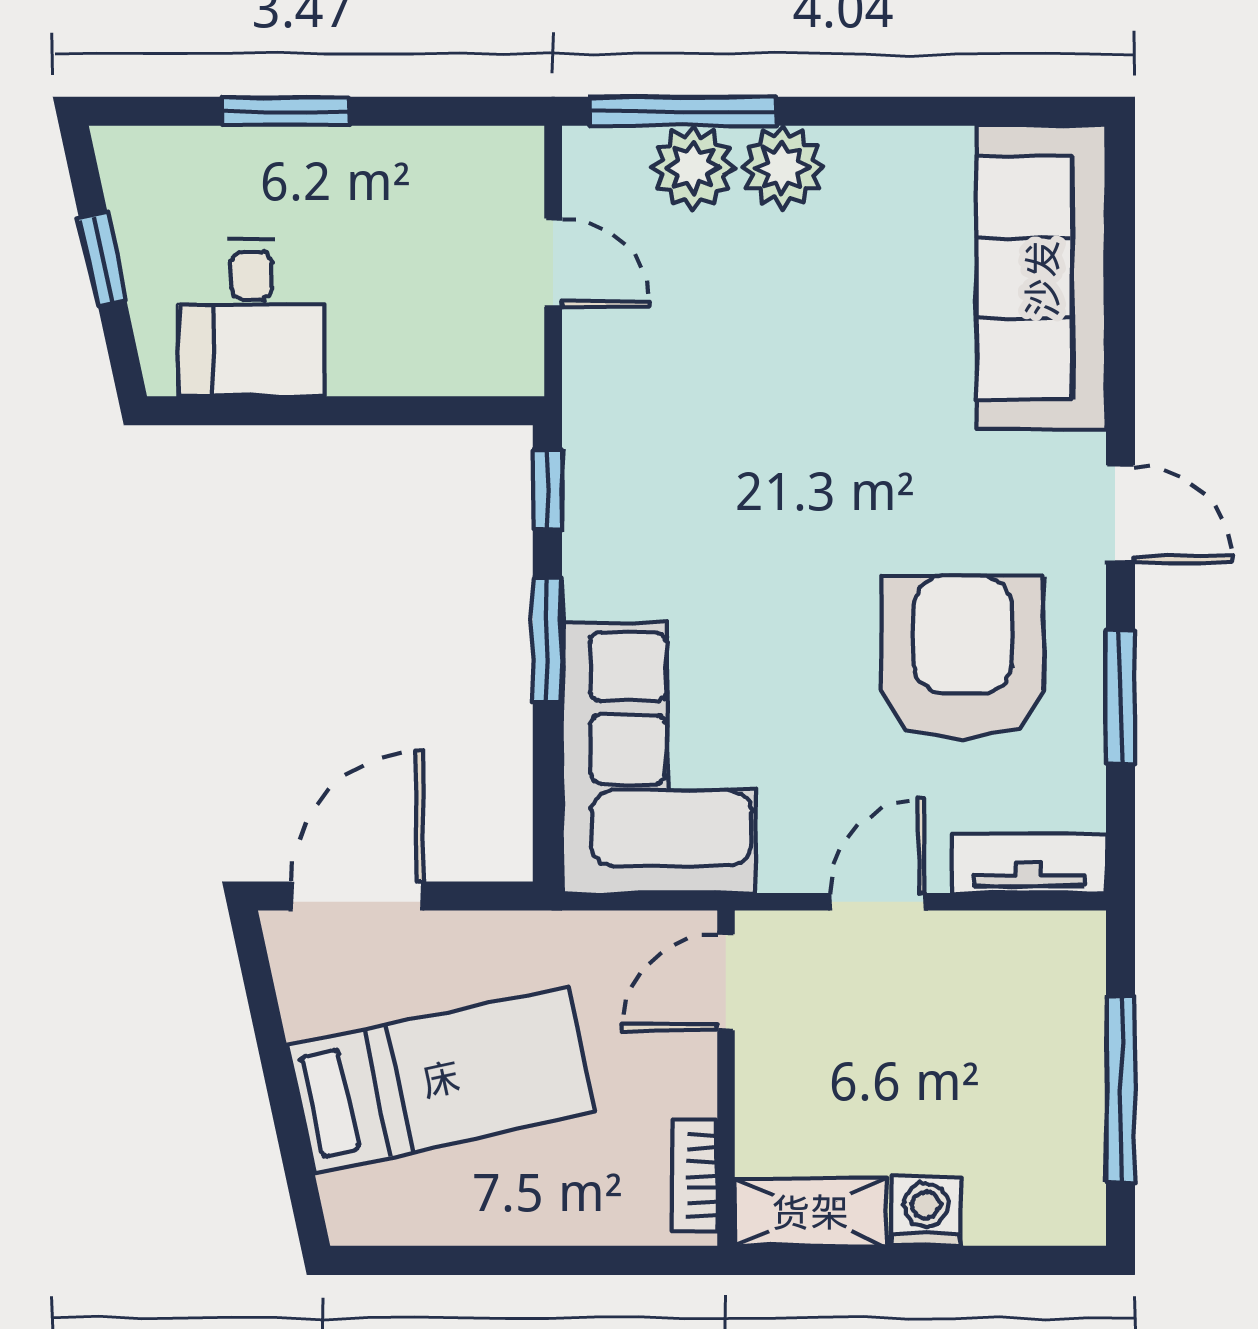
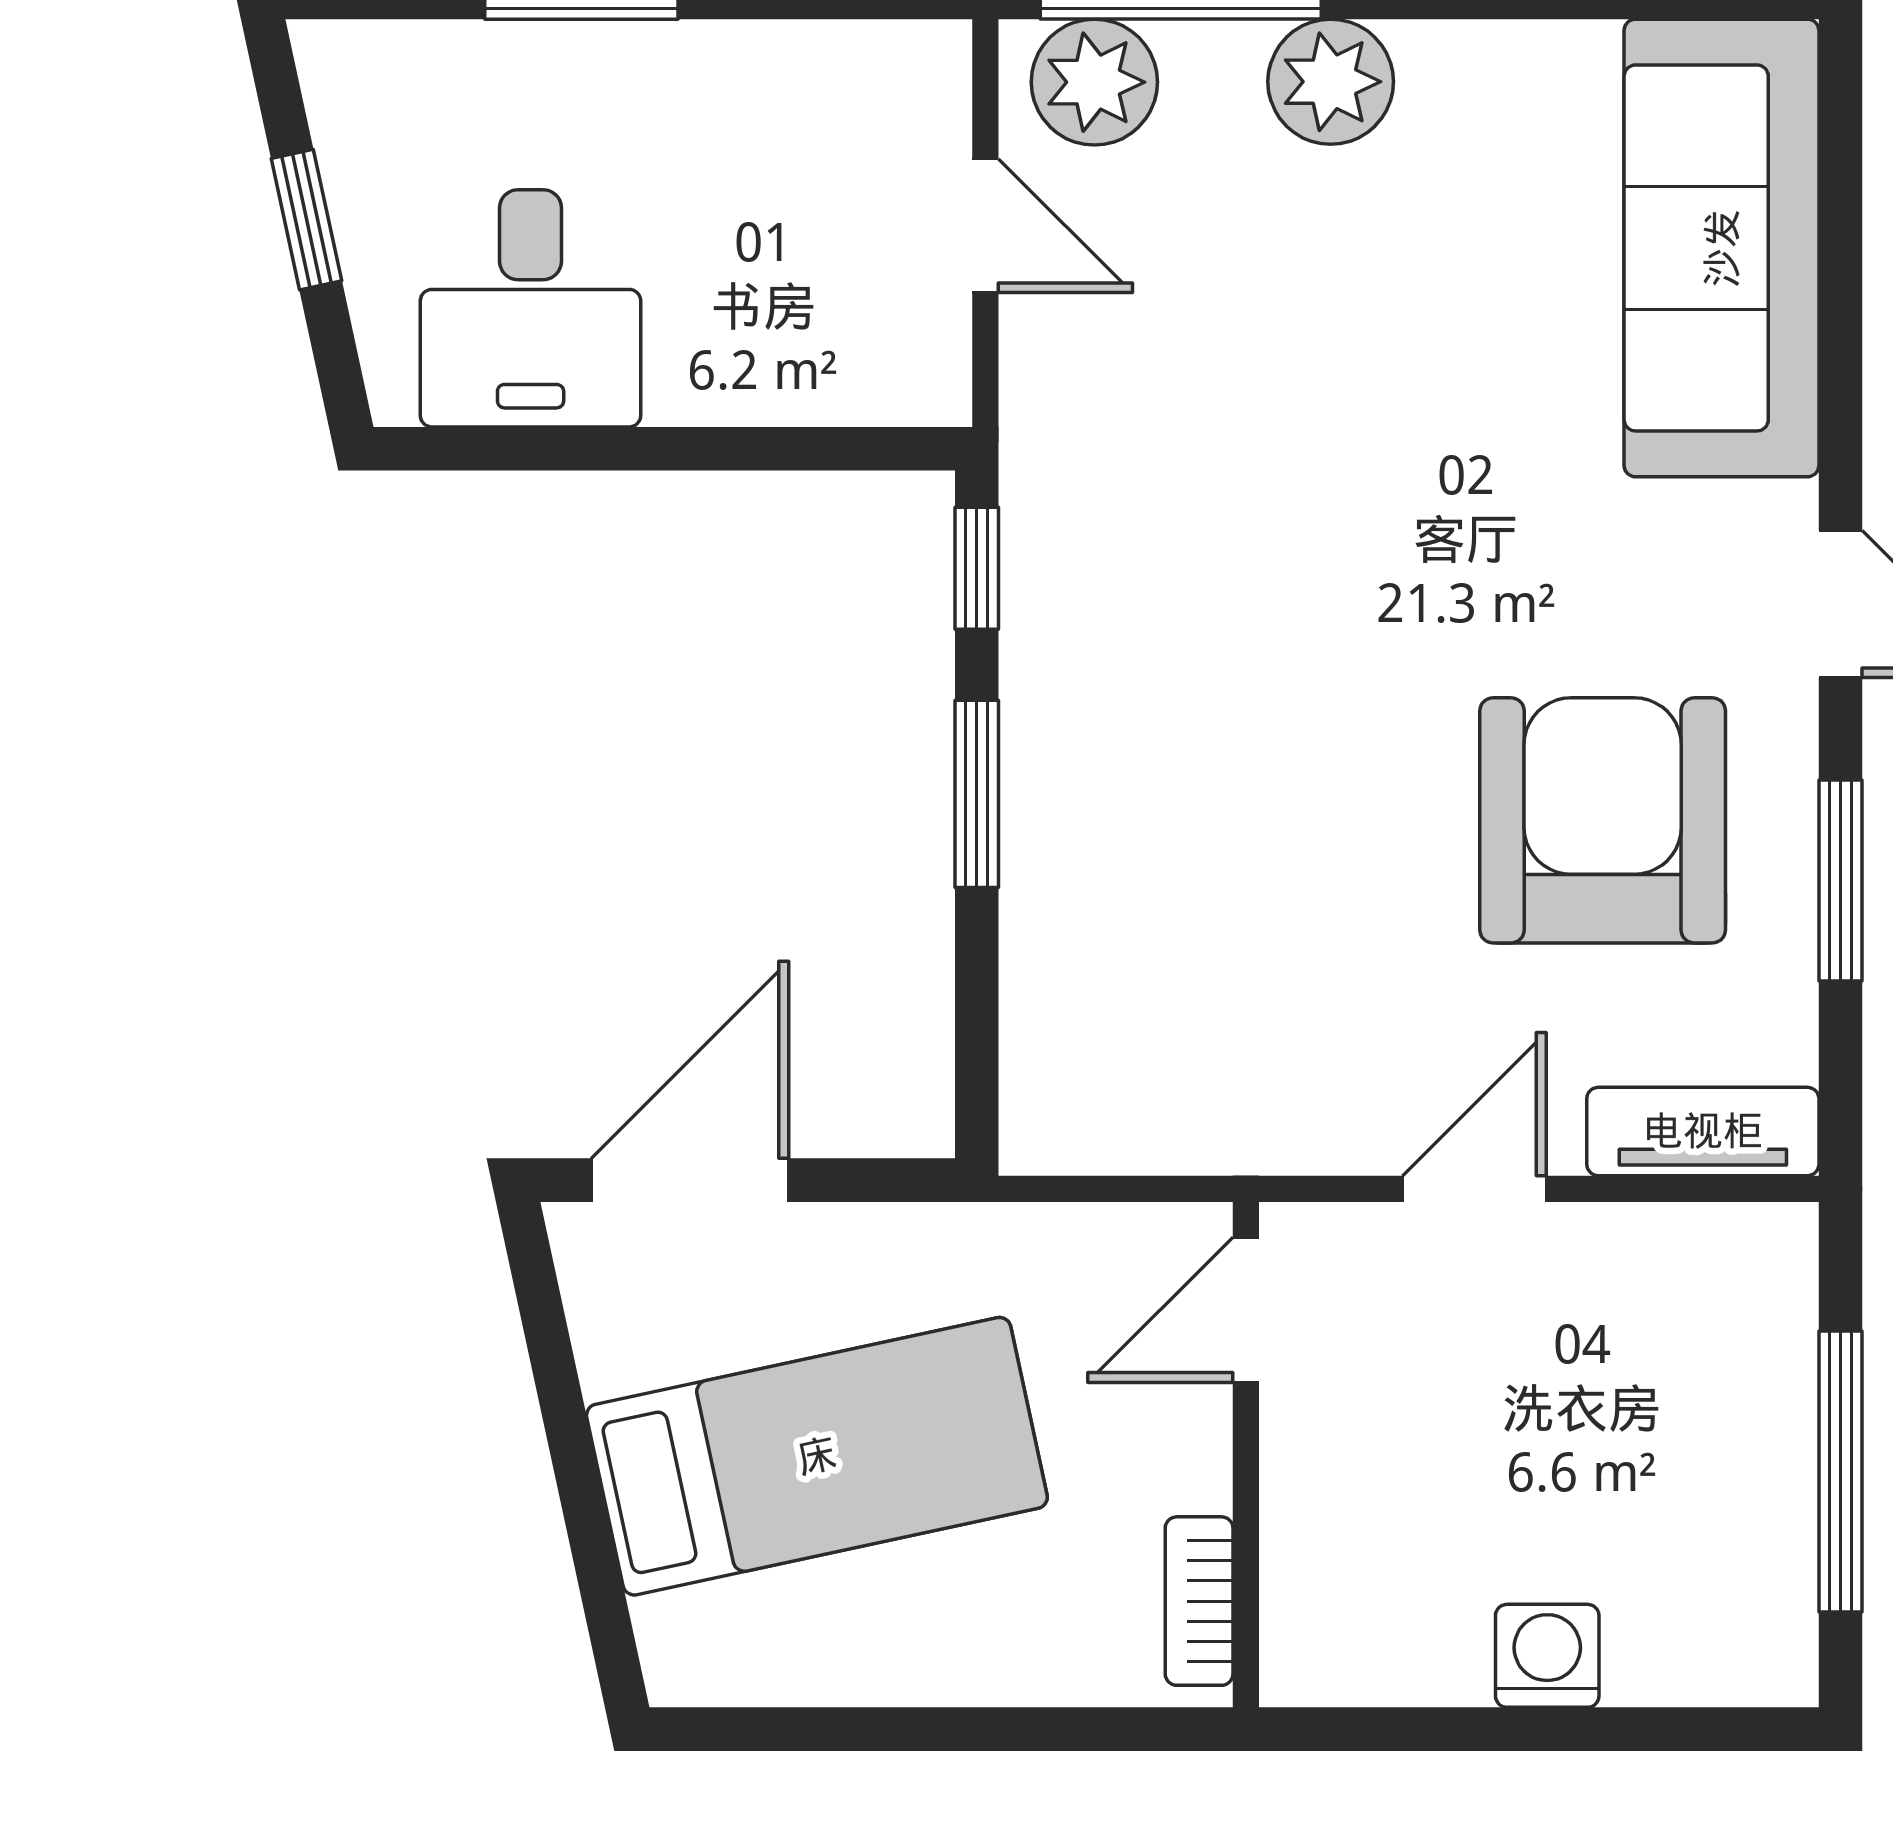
plant: (693, 168) -> (1094, 82), moved
corner sofa: (658, 758) -> (1144, 972), removed
shelving: (810, 1212) -> (1373, 1656), removed

